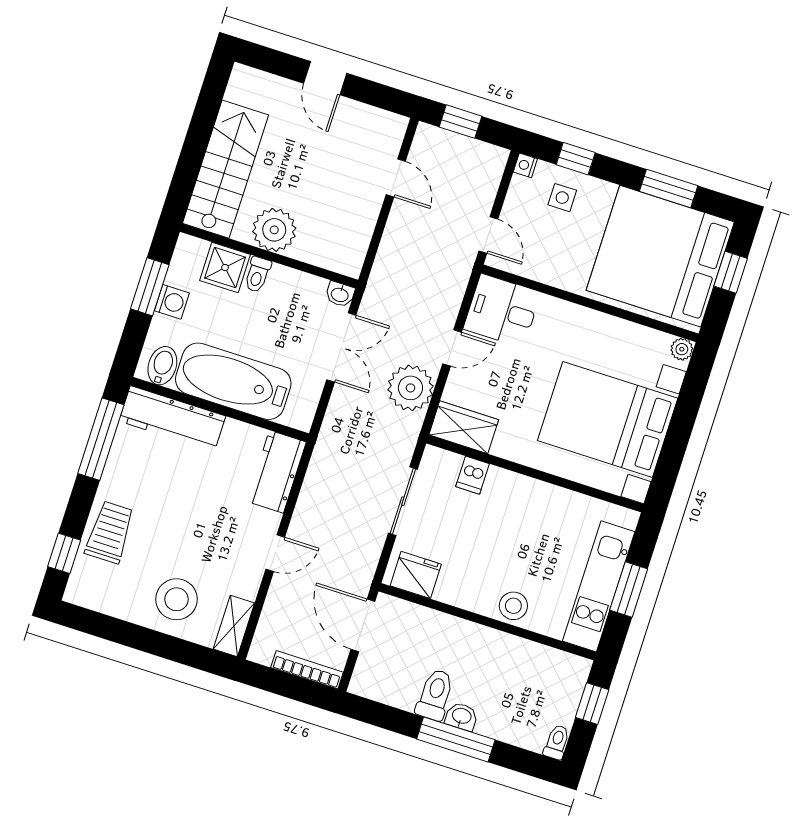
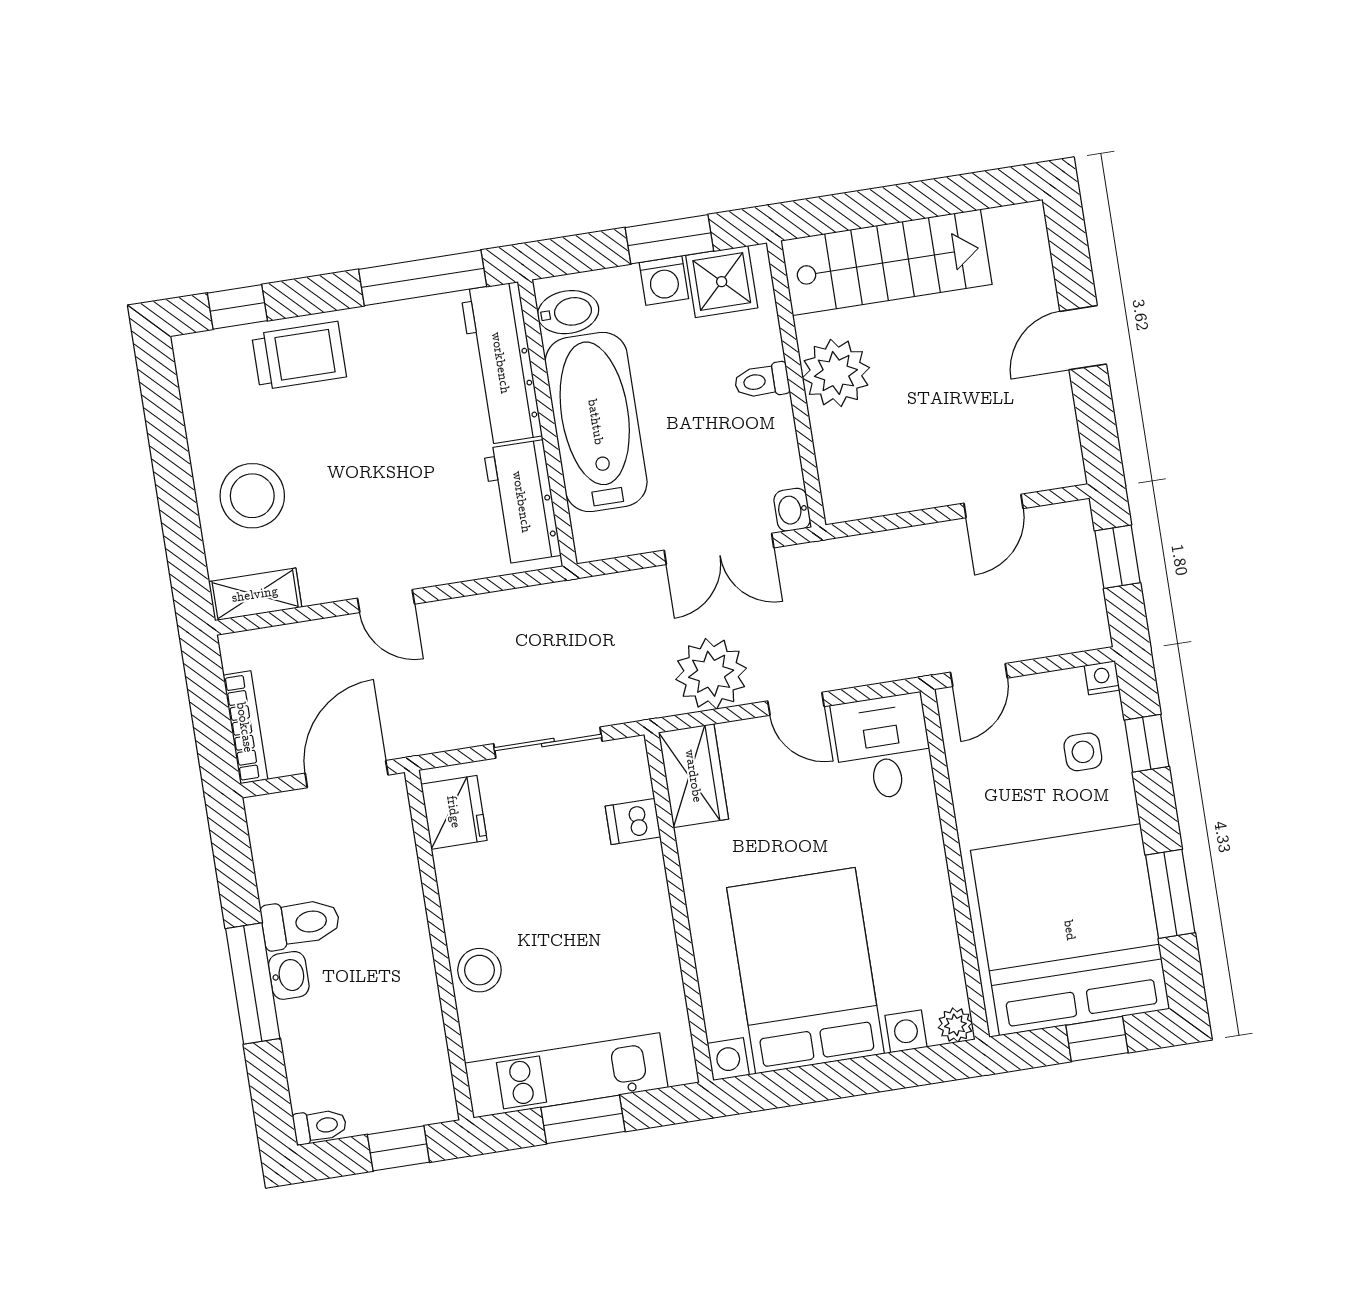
shower: (225, 268) -> (722, 282), moved
workbench: (276, 472) -> (522, 502), moved, turned -90

